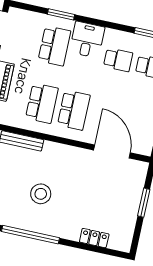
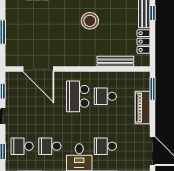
school desk: (54, 46) -> (105, 146), width x0.54
school desk: (42, 103) -> (105, 96), width x0.54

